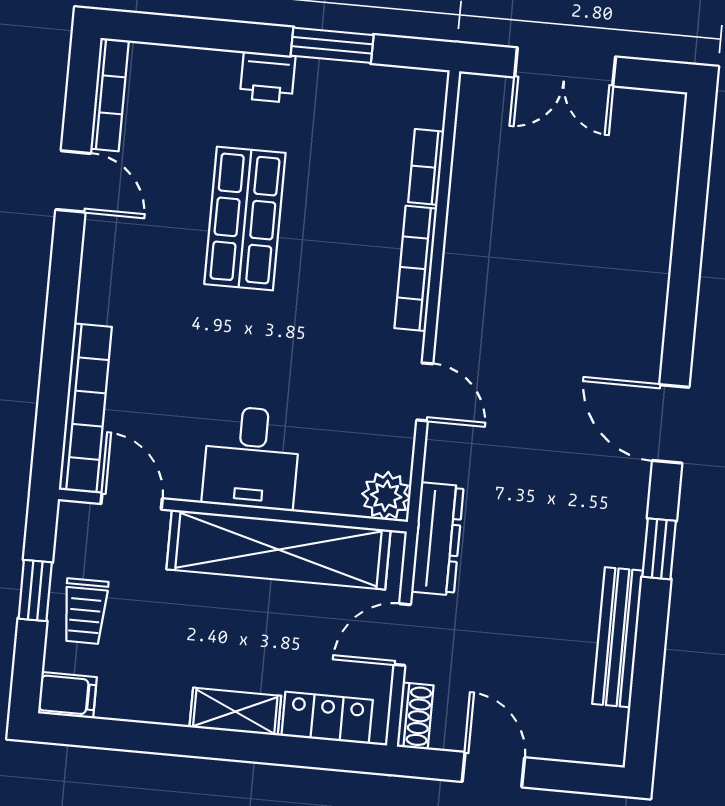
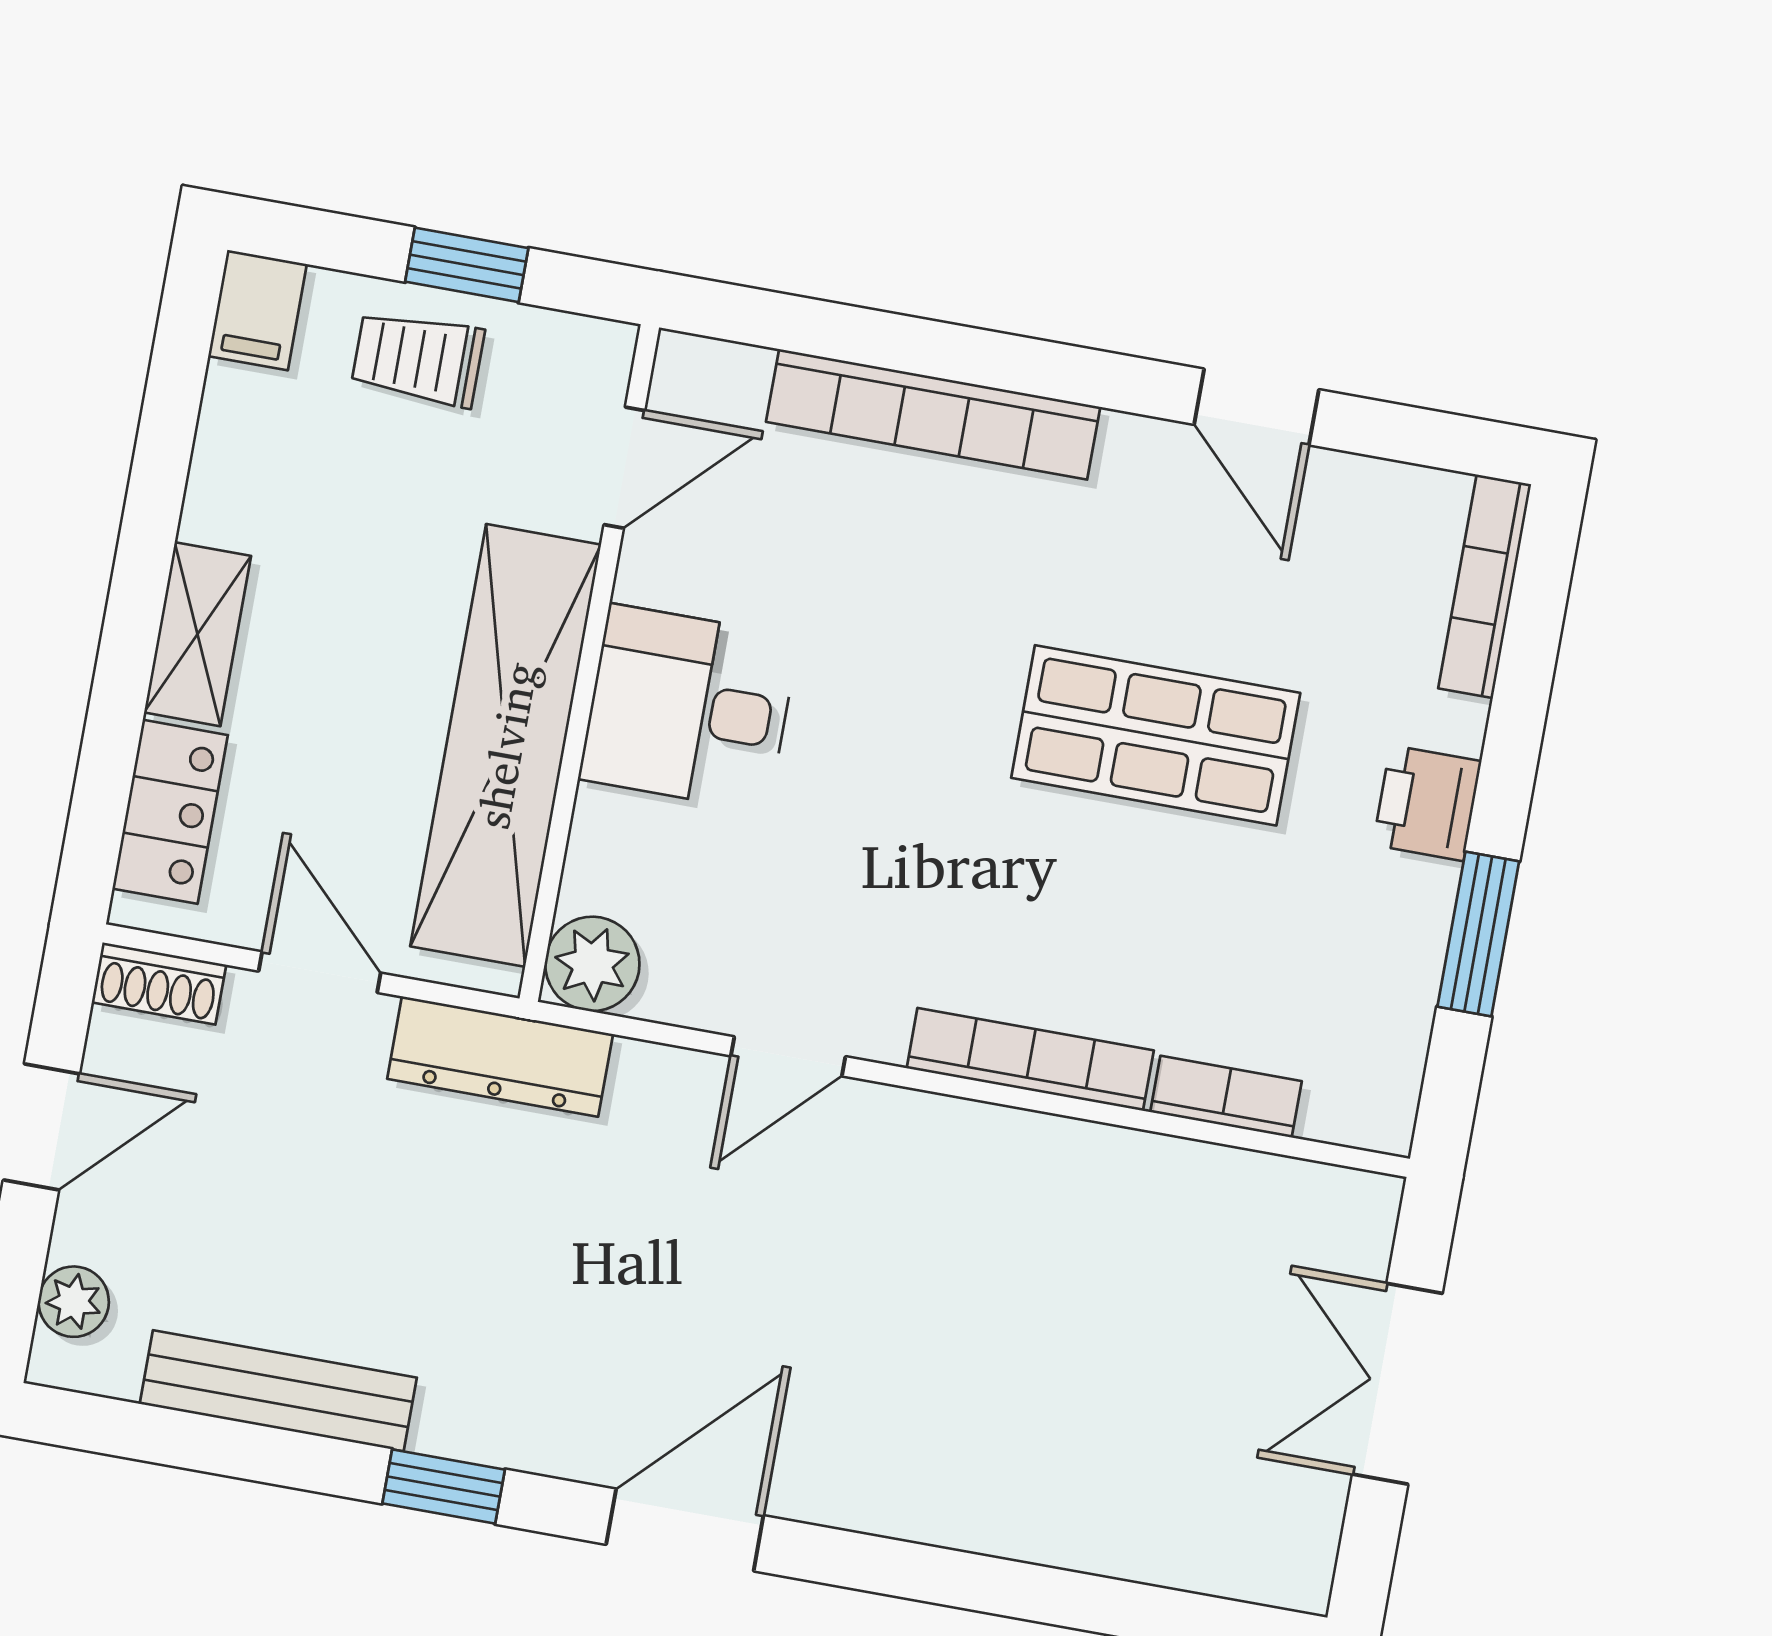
bookcase: (110, 95) -> (1485, 586), moved, turned 90
door: (73, 181) -> (1257, 407), hinge flipped
bookcase: (85, 408) -> (933, 414), moved
plant: (581, 746) -> (74, 1302), added

